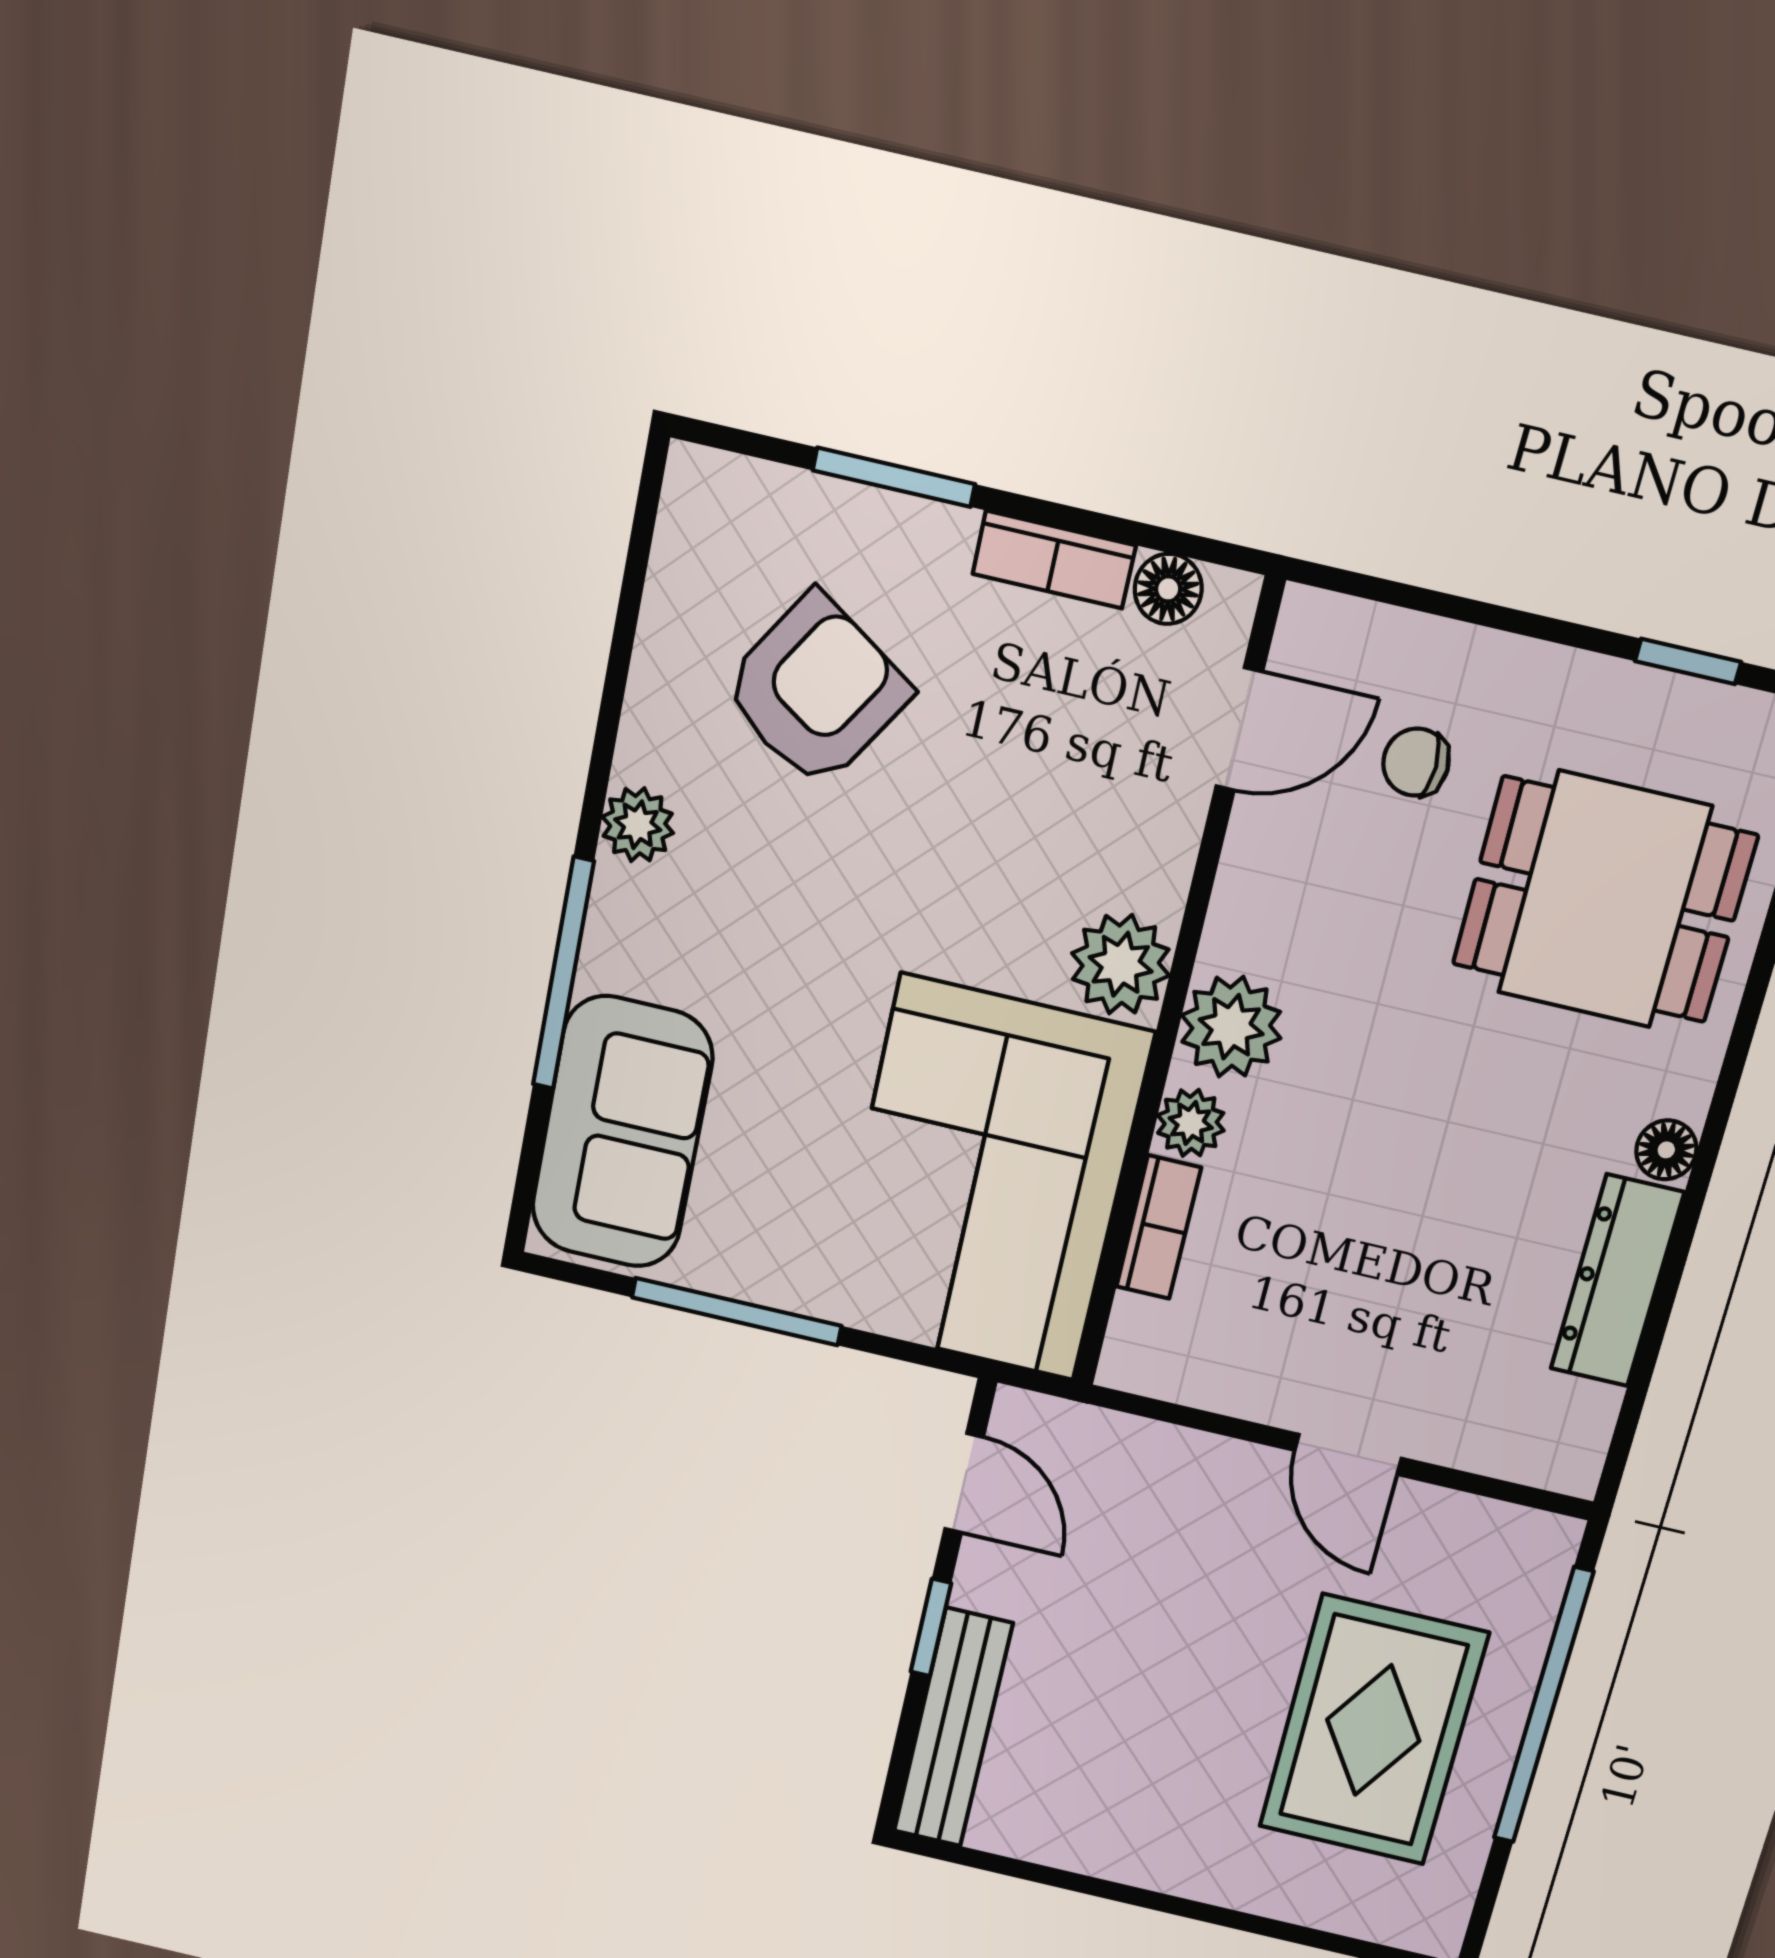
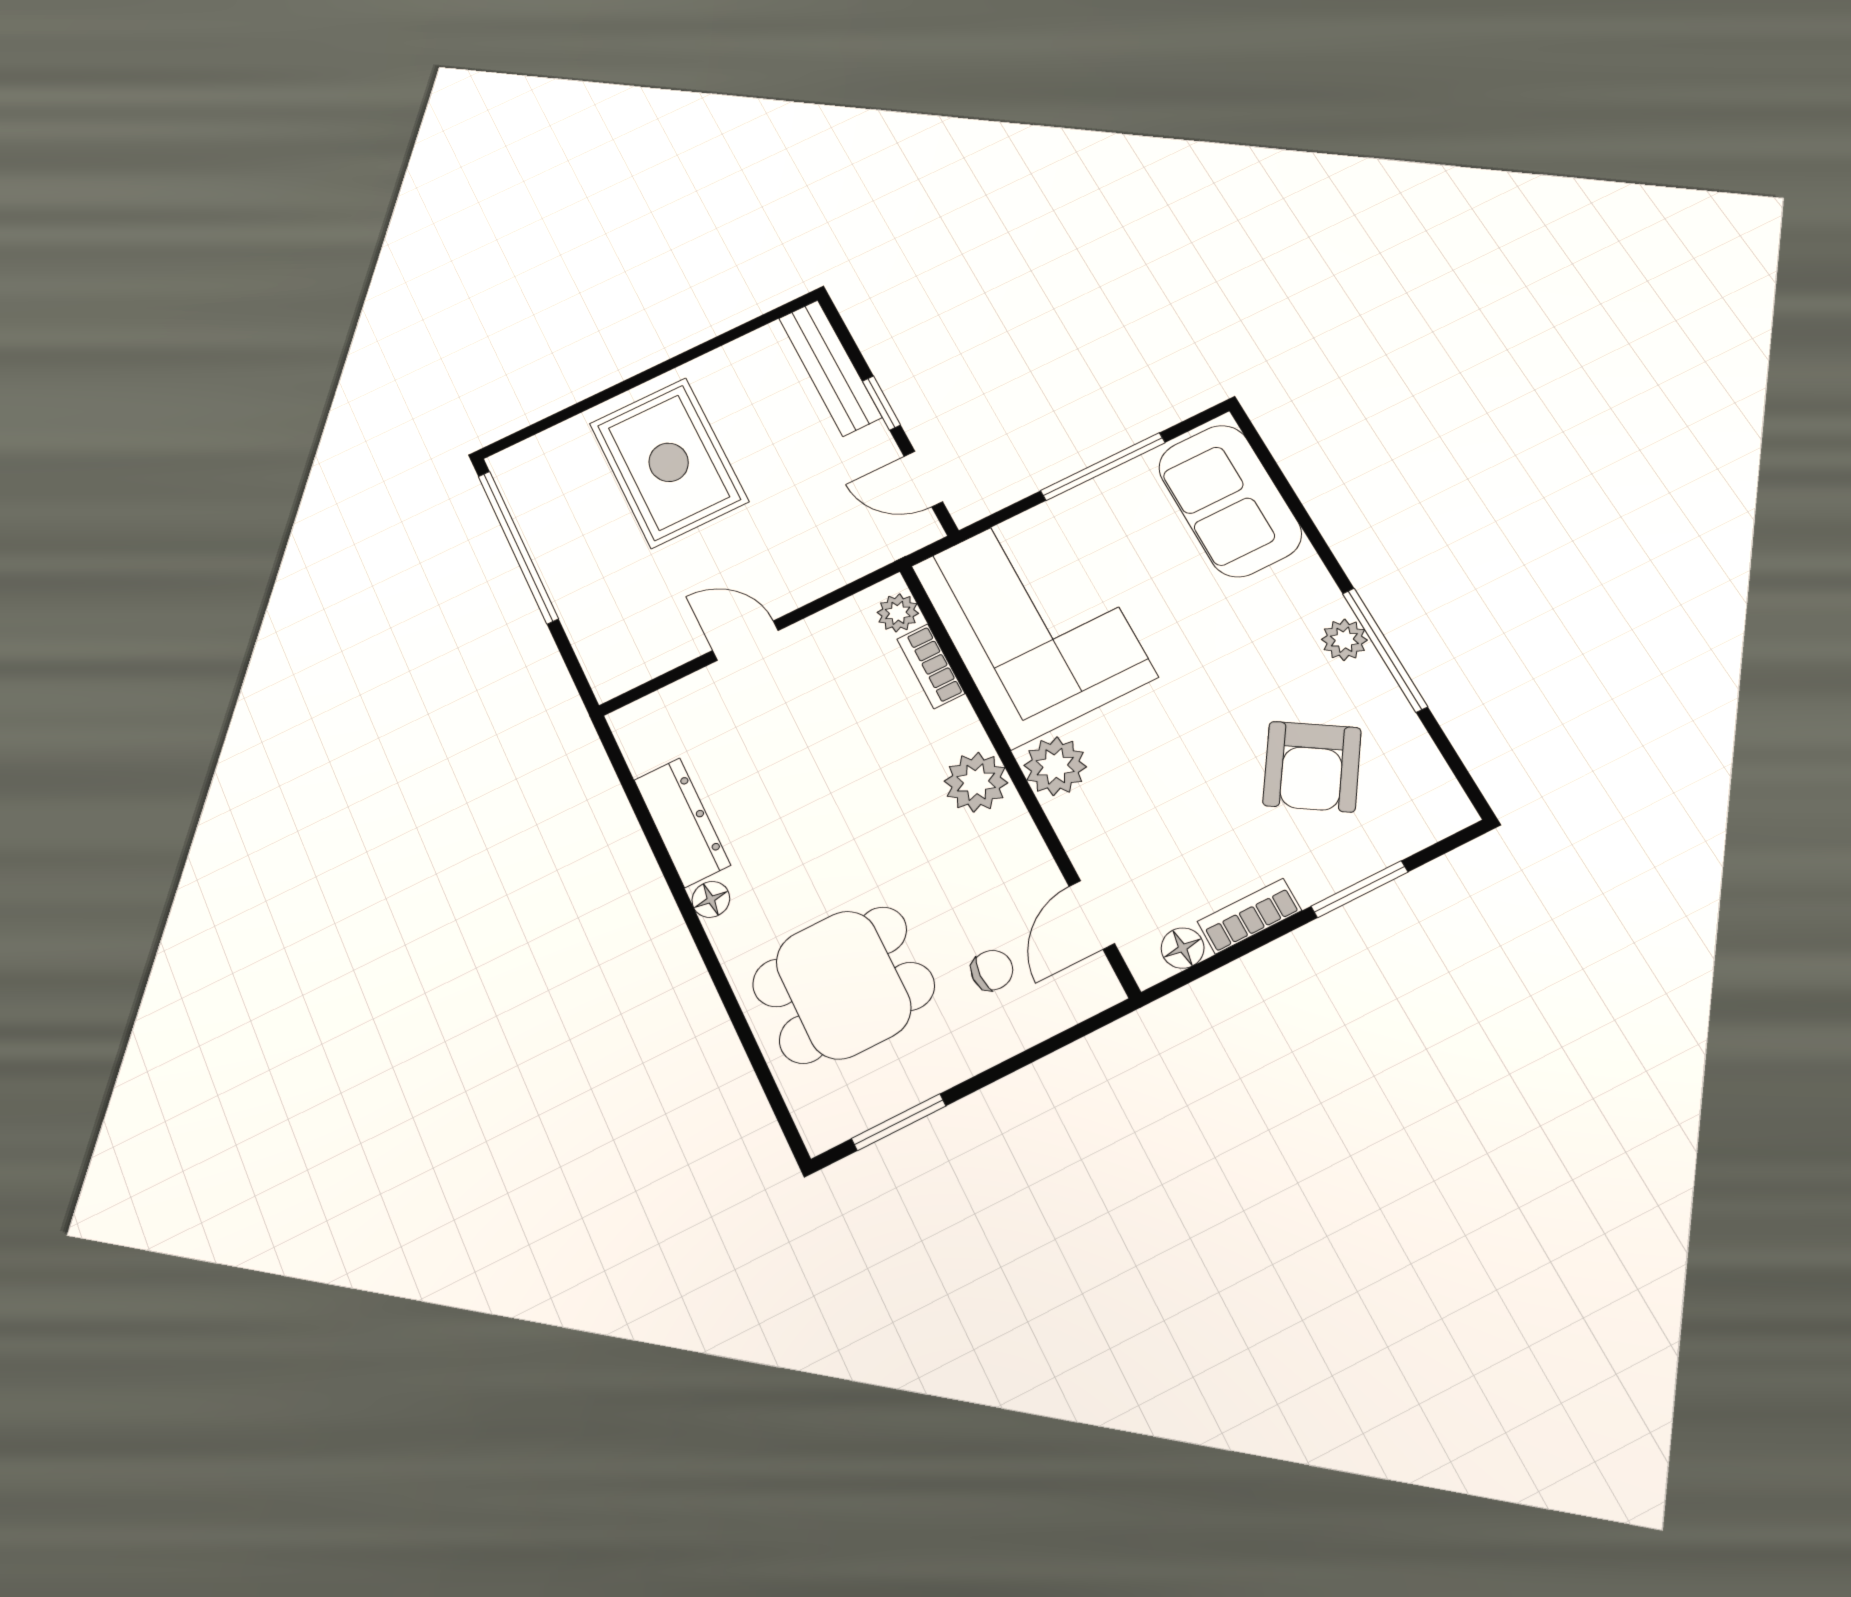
window: (1688, 661) -> (899, 1122), width x1.50
window: (563, 974) -> (1385, 650), moved
plant: (1191, 1123) -> (898, 613), moved
window: (1543, 1706) -> (518, 547), moved
rug: (1373, 1730) -> (669, 462), moved

